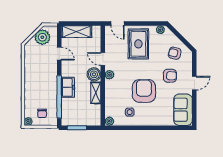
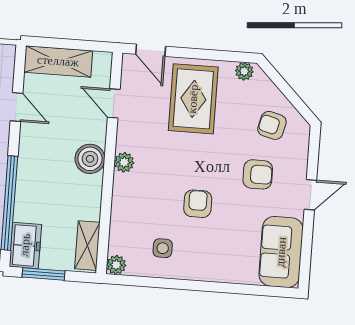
door: (103, 59) -> (114, 103), moved
freezer: (68, 87) -> (25, 245), moved
armchair: (144, 91) -> (198, 204), width x0.53, depth x0.53
shelving: (96, 93) -> (87, 246), moved

